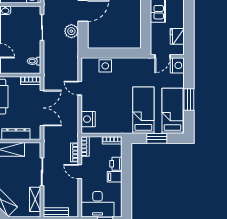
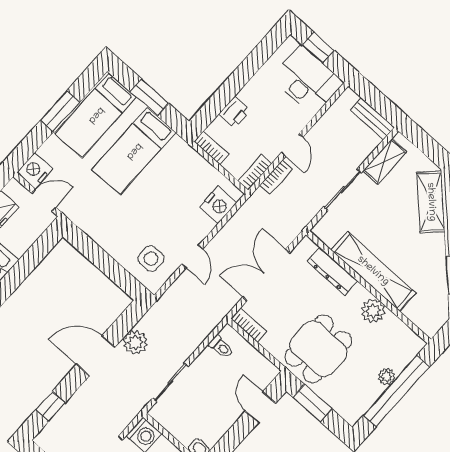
side table: (105, 66) -> (151, 259), moved
filing cabinet: (115, 177) -> (251, 97), removed

